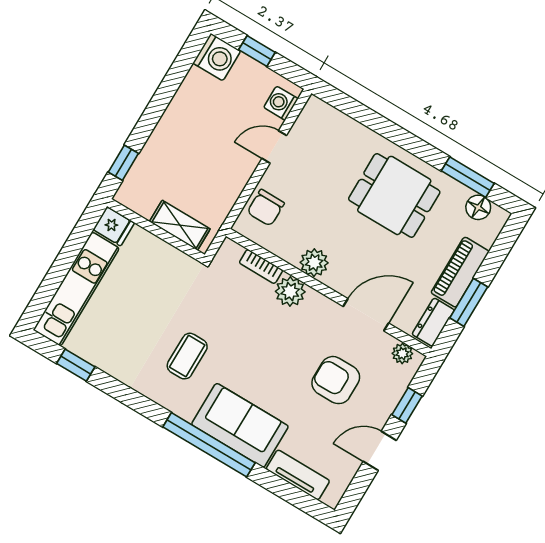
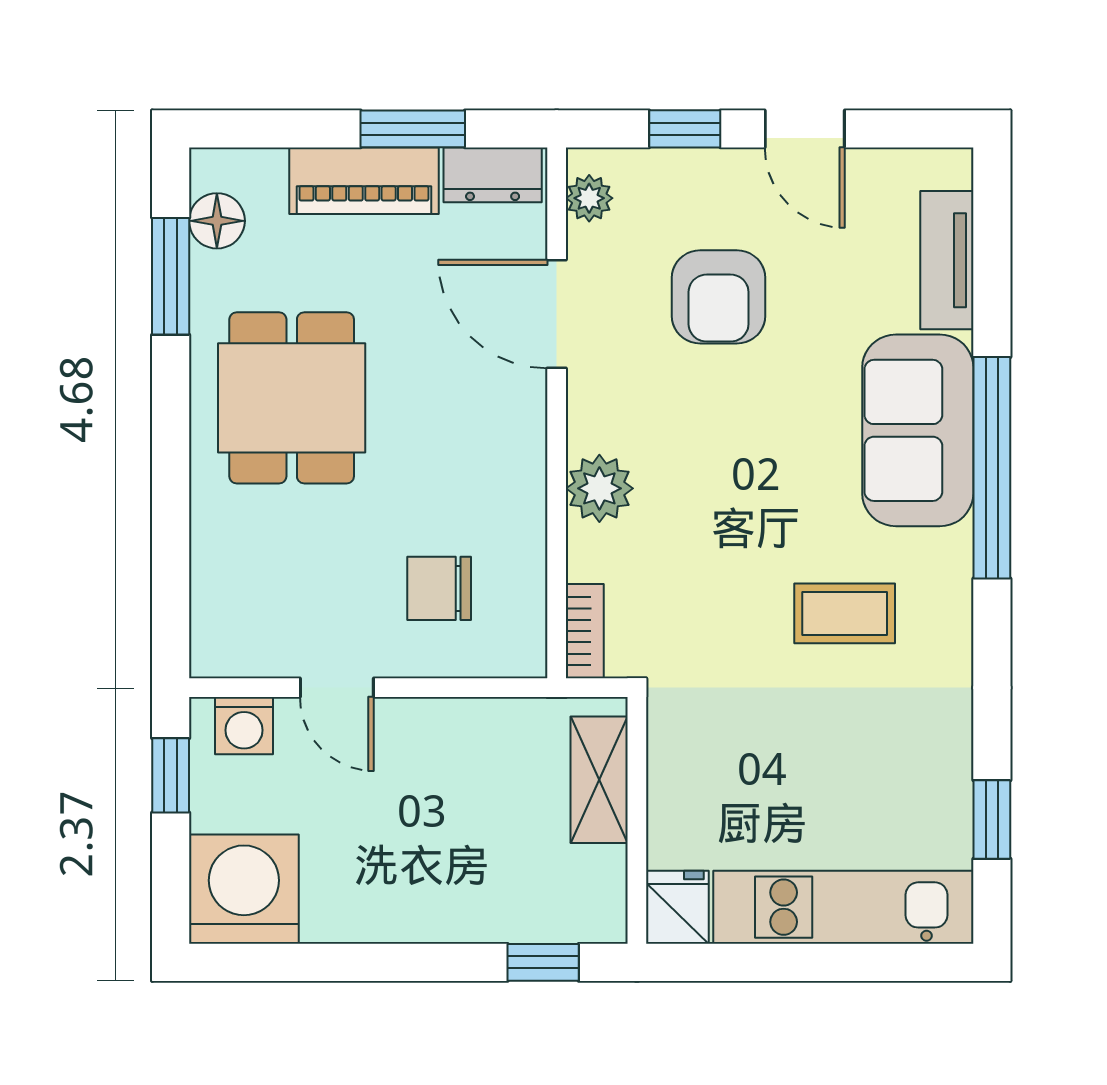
window: (257, 51) -> (171, 775), moved
washing machine: (217, 57) -> (244, 889), width x1.37, depth x1.37
chair: (266, 208) -> (439, 588), moved, turned 180
plant: (314, 263) -> (515, 475), removed
bookcase: (261, 267) -> (585, 631), moved

